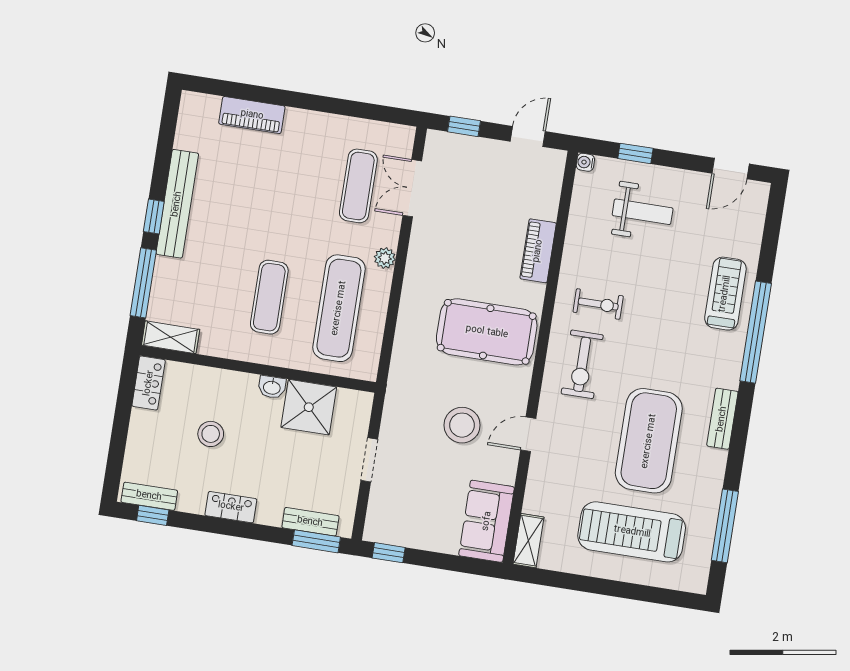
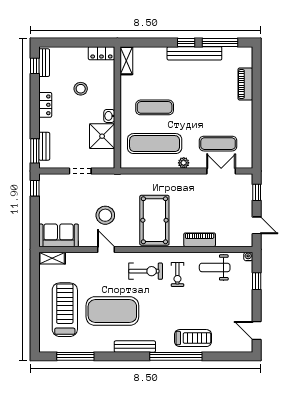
weight bench: (643, 212) -> (215, 267), moved, turned 90
window: (143, 283) -> (220, 42), moved
exercise bike: (582, 364) -> (146, 271), turned 180
bench: (722, 419) -> (135, 347), width x1.36

